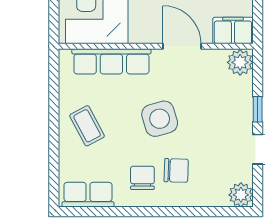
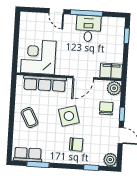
door: (182, 46) -> (83, 78), swing flipped
chair: (142, 178) -> (106, 108), moved
window: (108, 212) -> (38, 164), added
window: (207, 212) -> (91, 168), added

